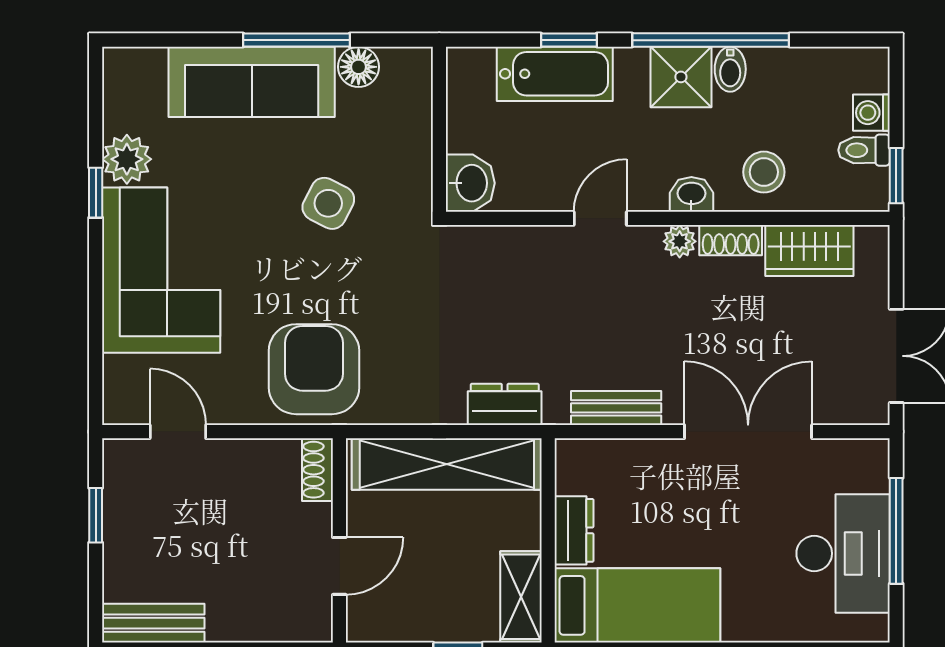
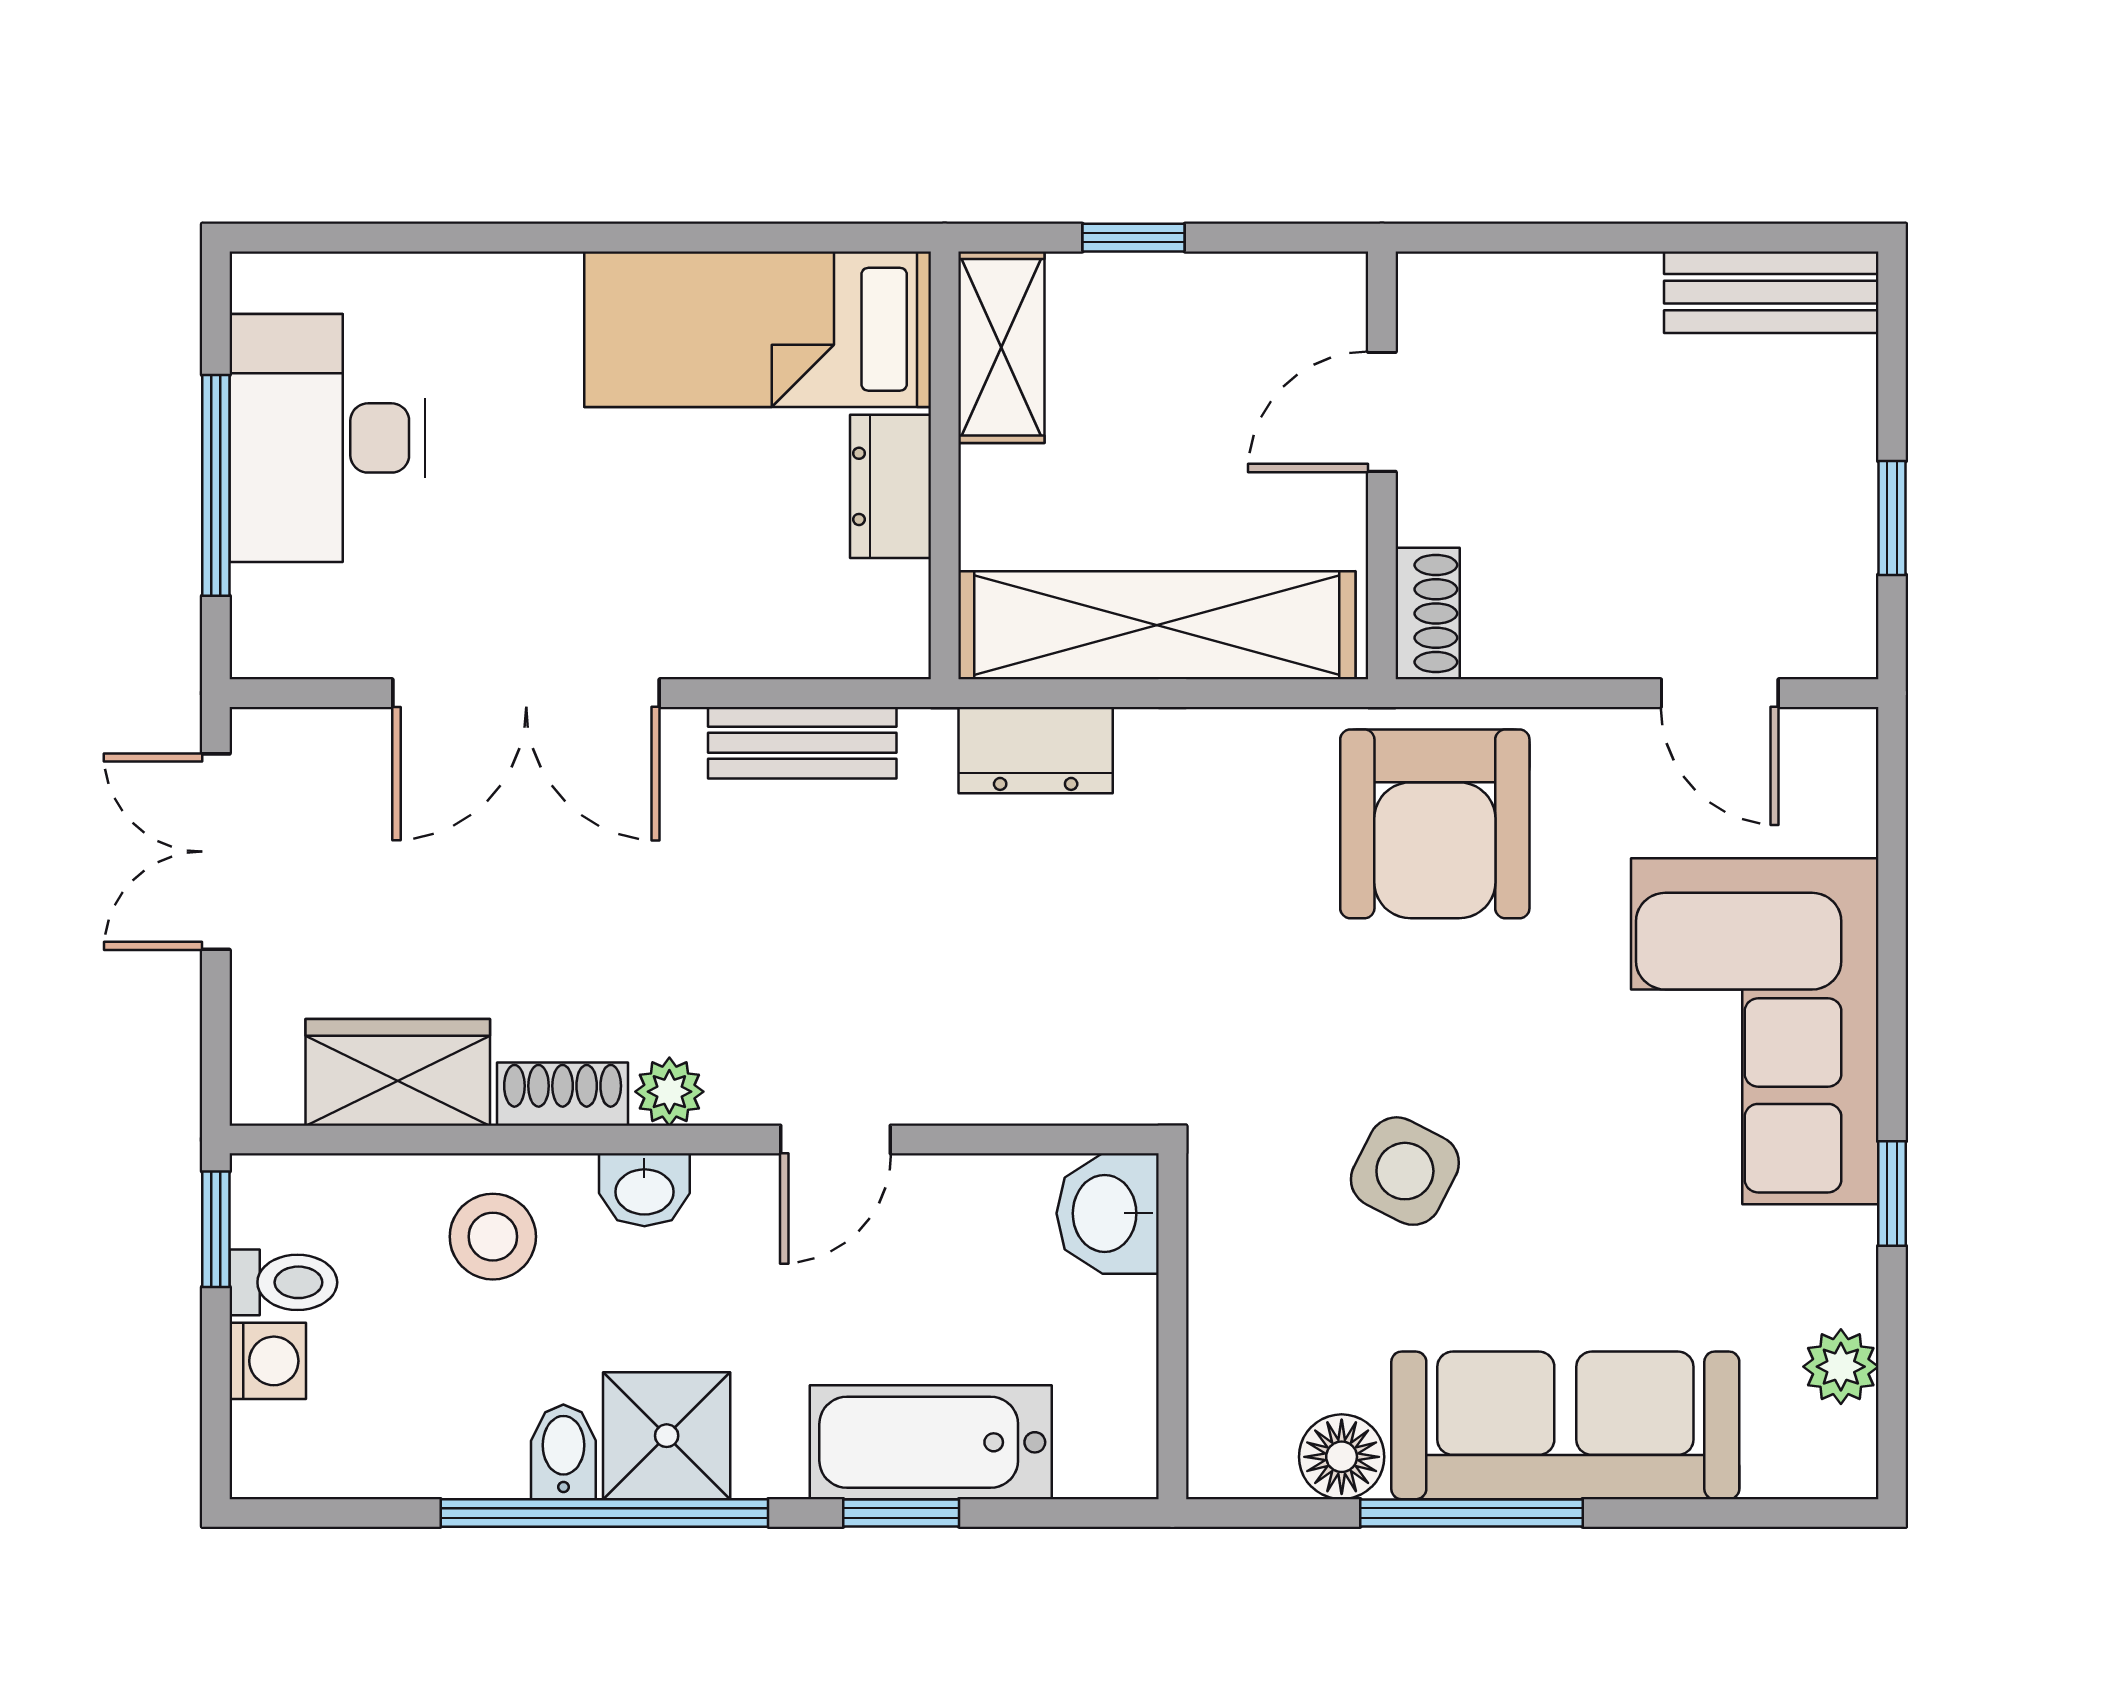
plant: (127, 159) -> (1841, 1367), moved, width x0.73, depth x0.73

